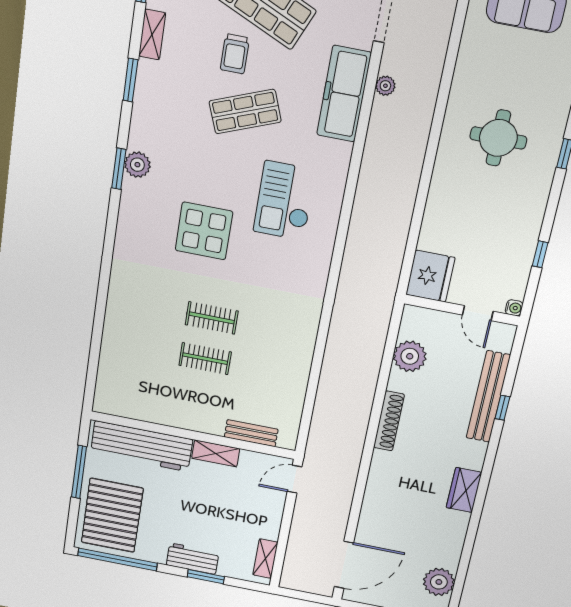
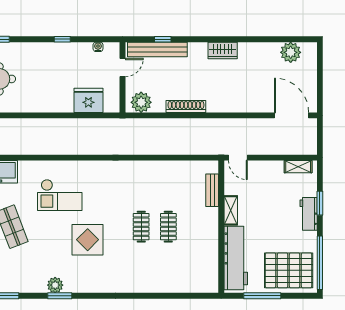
wall: (462, 310) -> (123, 77), moved
door: (478, 313) -> (123, 67), moved

